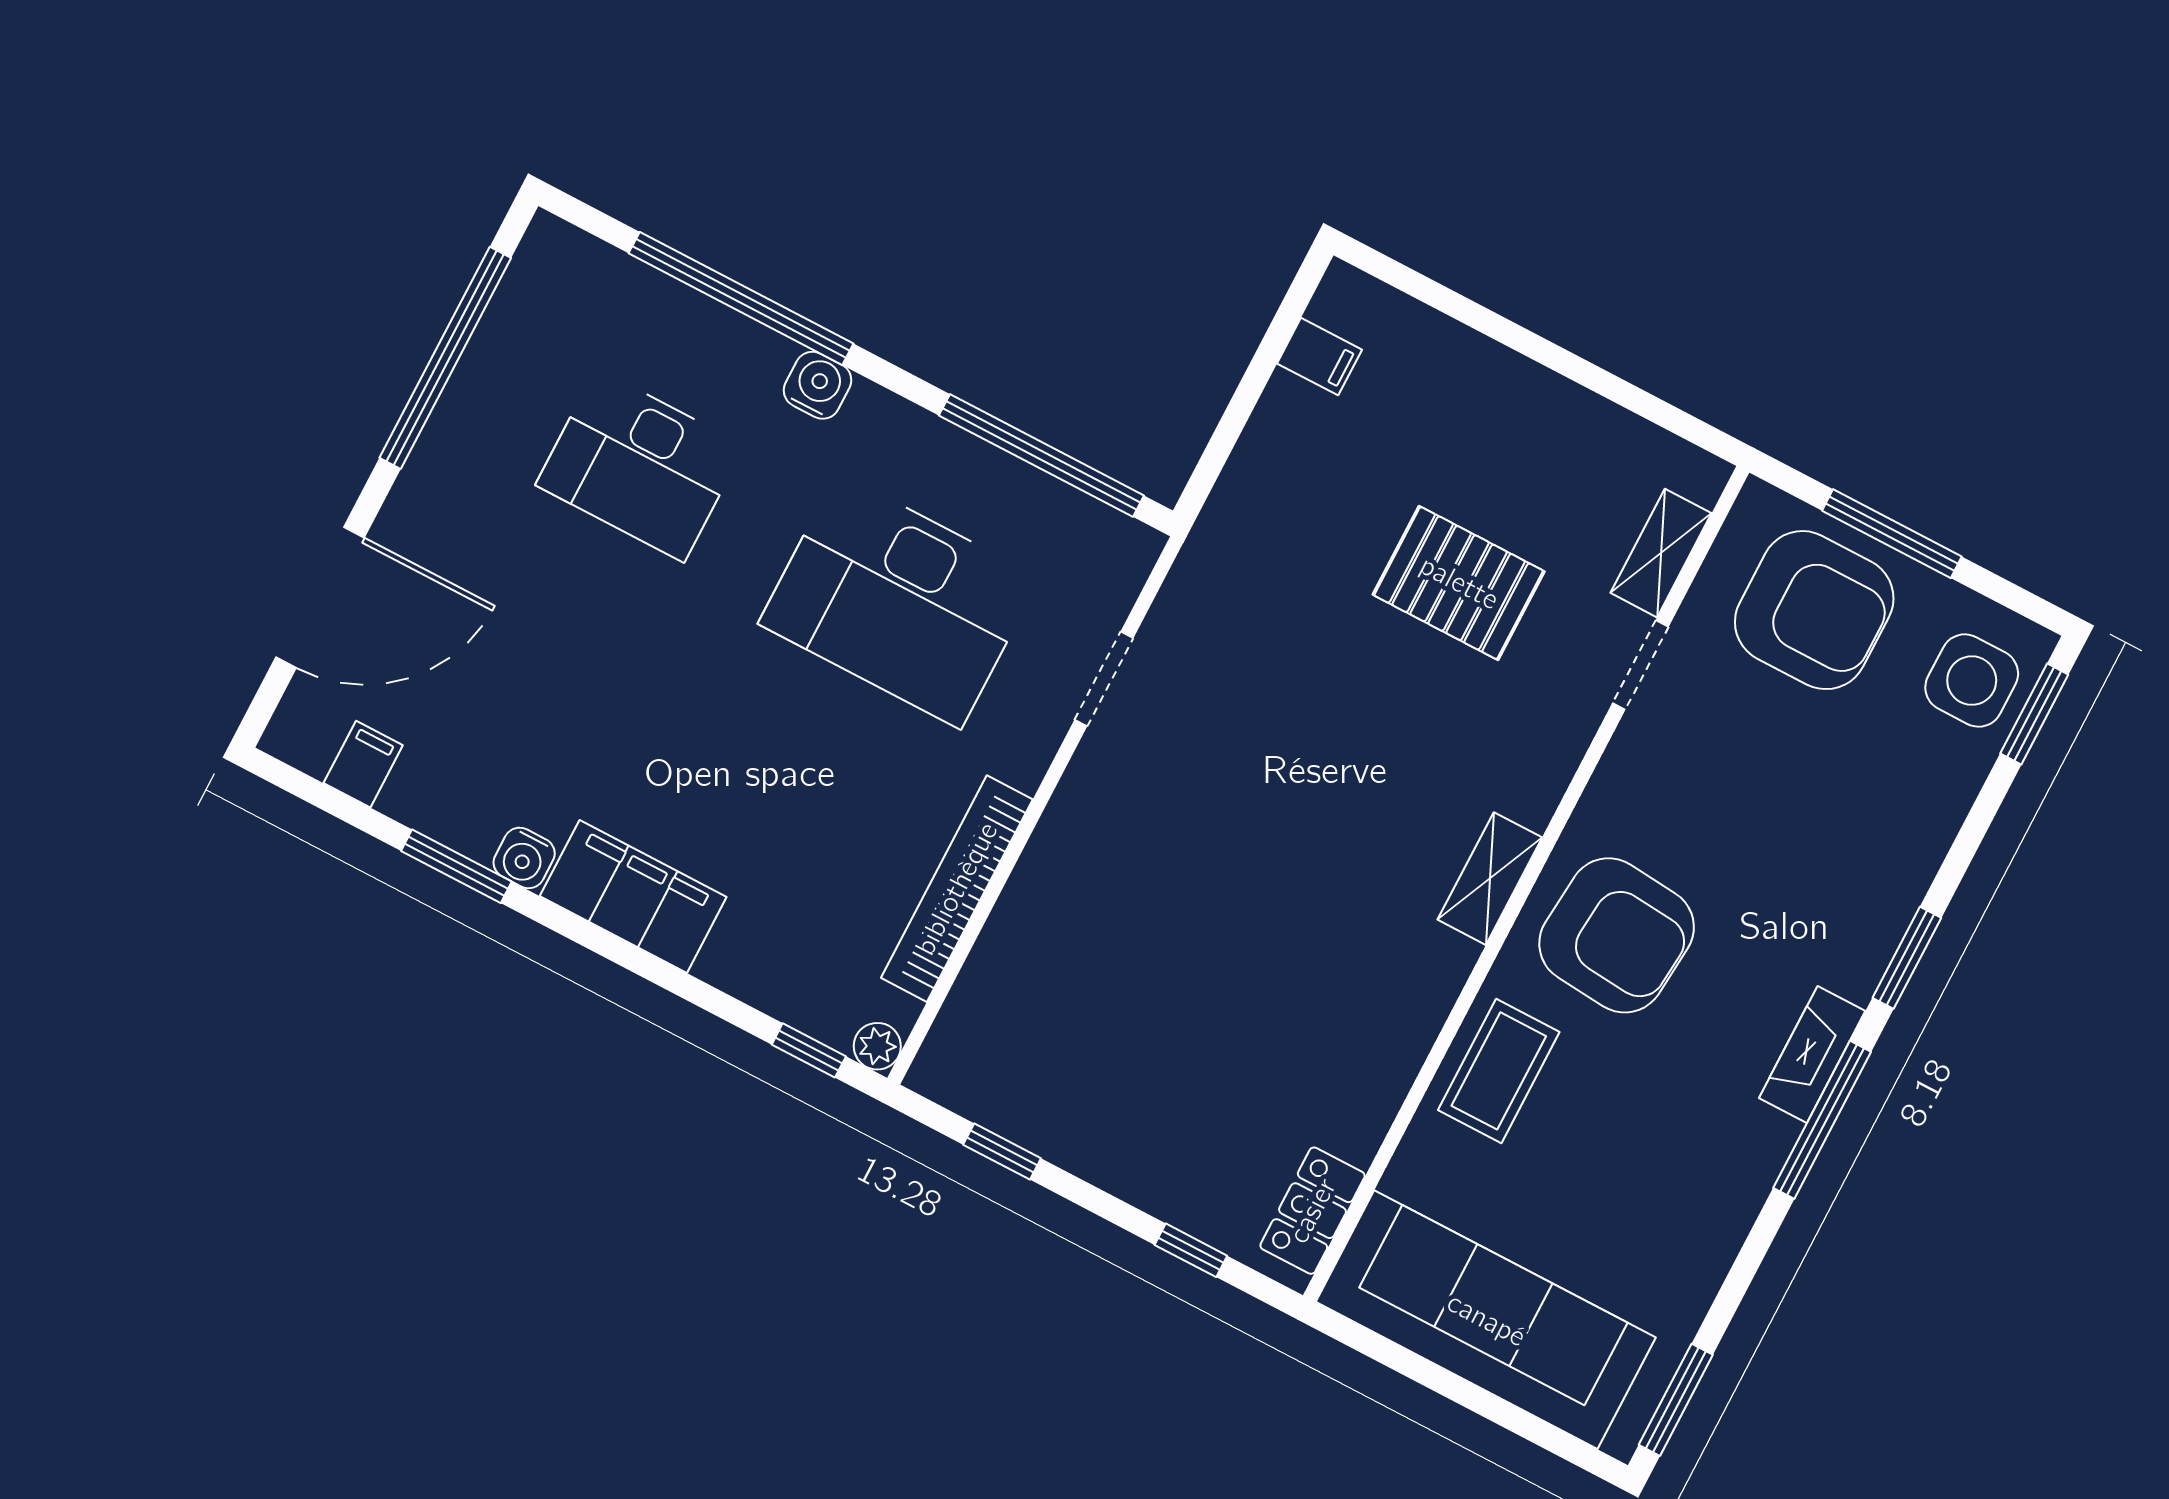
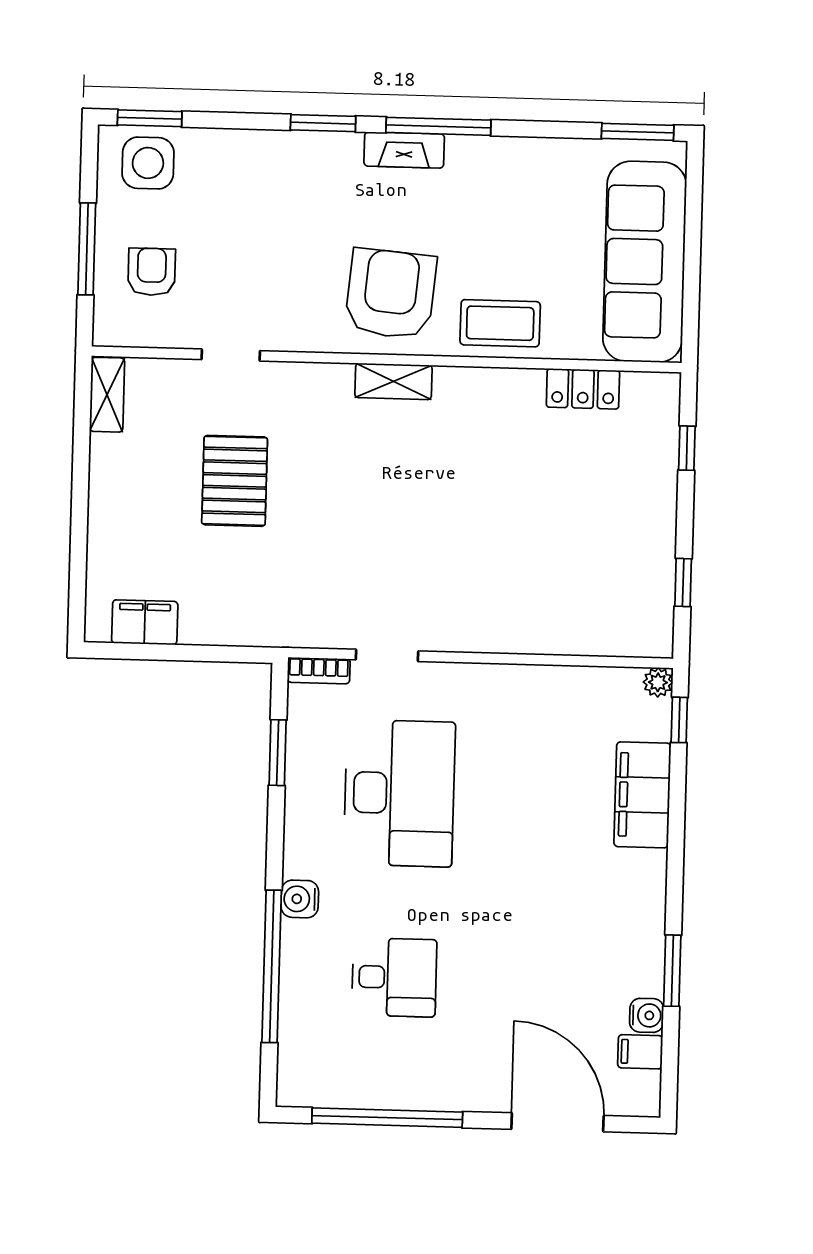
filing cabinet: (1320, 357) -> (145, 622), width x2.00
window: (1041, 455) -> (278, 753), width x0.47
desk: (640, 465) -> (394, 977), width x0.73
shelving: (1661, 553) -> (107, 395), moved, turned 90
armchair: (1814, 610) -> (152, 272), width x0.53, depth x0.53
water cooler: (524, 858) -> (647, 1015), moved
bookcase: (957, 889) -> (319, 671), moved, width x0.43, depth x0.76
filing cabinet: (633, 897) -> (642, 795), moved
locker: (1313, 1211) -> (583, 389), moved

